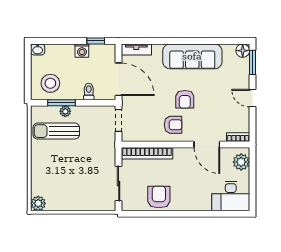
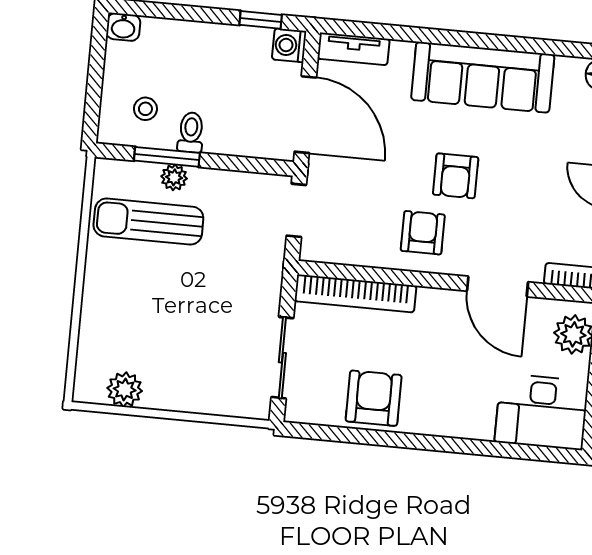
washing machine: (82, 51) -> (289, 45), moved, turned 90
stool: (50, 83) -> (145, 109), width x0.53, depth x0.53
toilet: (89, 91) -> (191, 132), moved
armchair: (173, 125) -> (423, 233), turned -90
plant: (38, 203) -> (125, 390), moved

